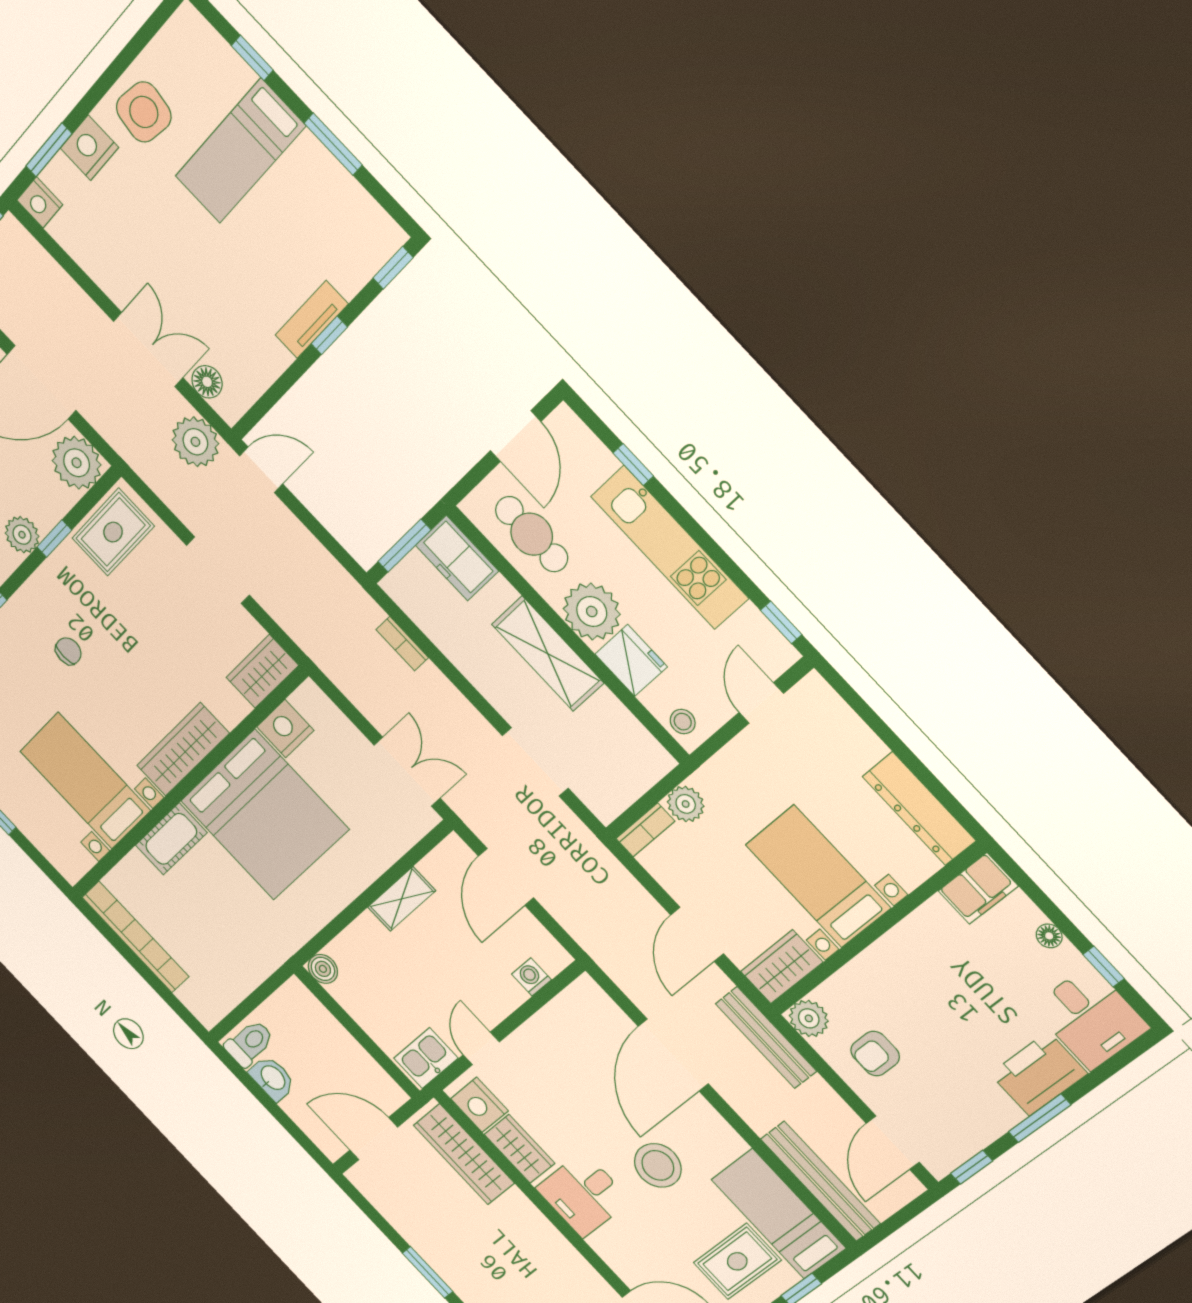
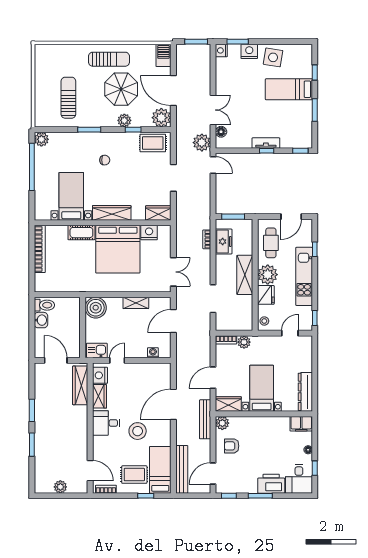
freezer: (457, 558) -> (224, 241), moved, turned 180
boiler: (323, 969) -> (96, 308), width x1.86, depth x1.86

